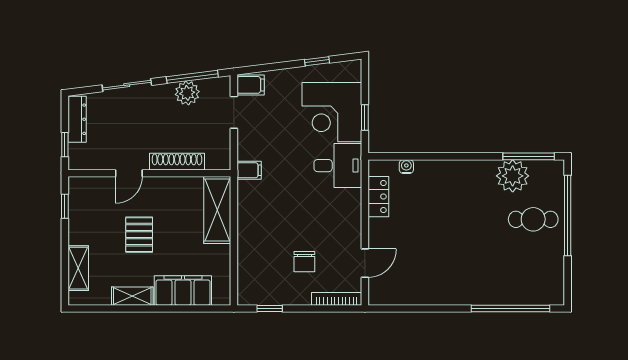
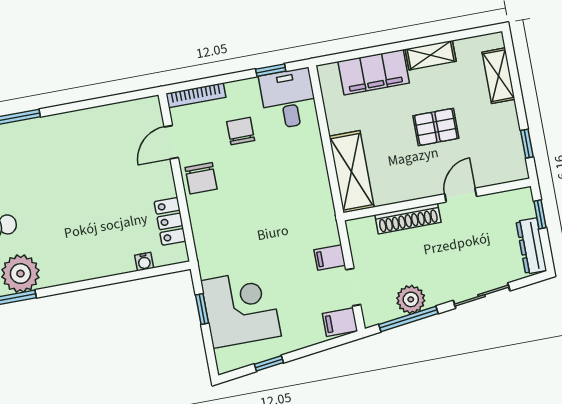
desk: (338, 166) -> (288, 99), moved, turned 90
filing cabinet: (249, 170) -> (330, 257), moved
chair: (345, 228) -> (201, 178), added
pallet: (139, 235) -> (436, 127), turned 90

